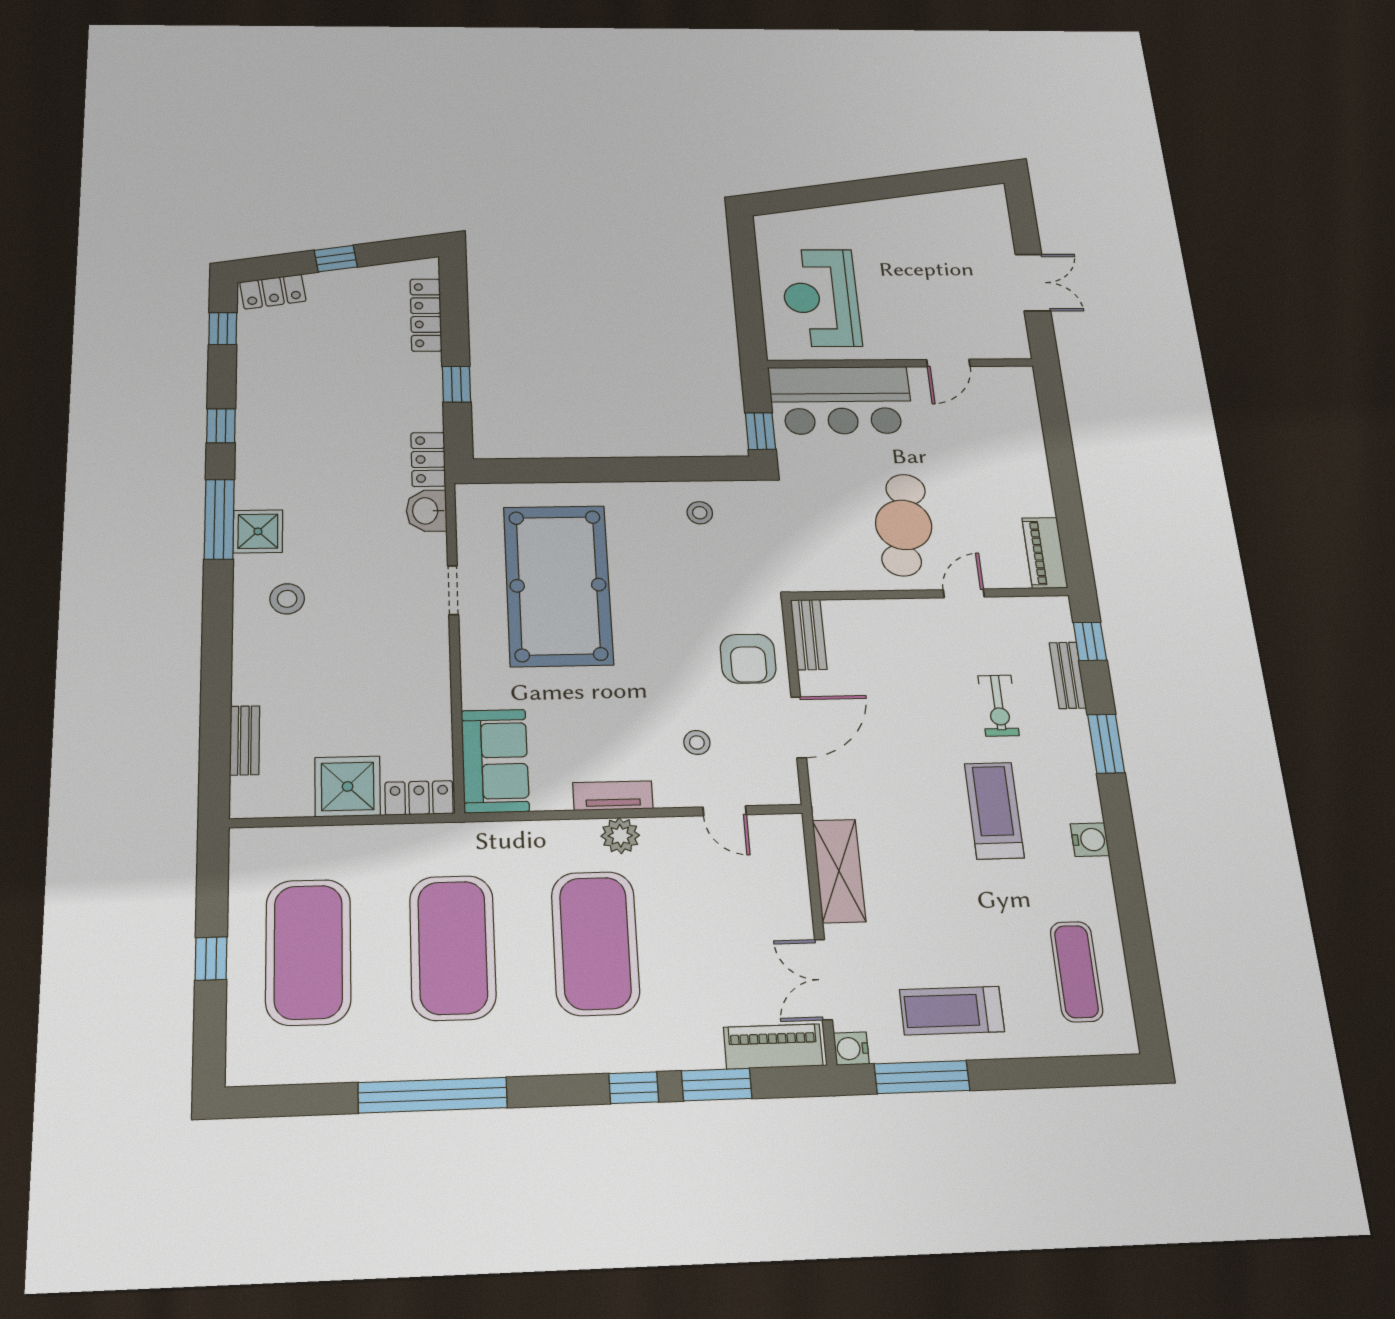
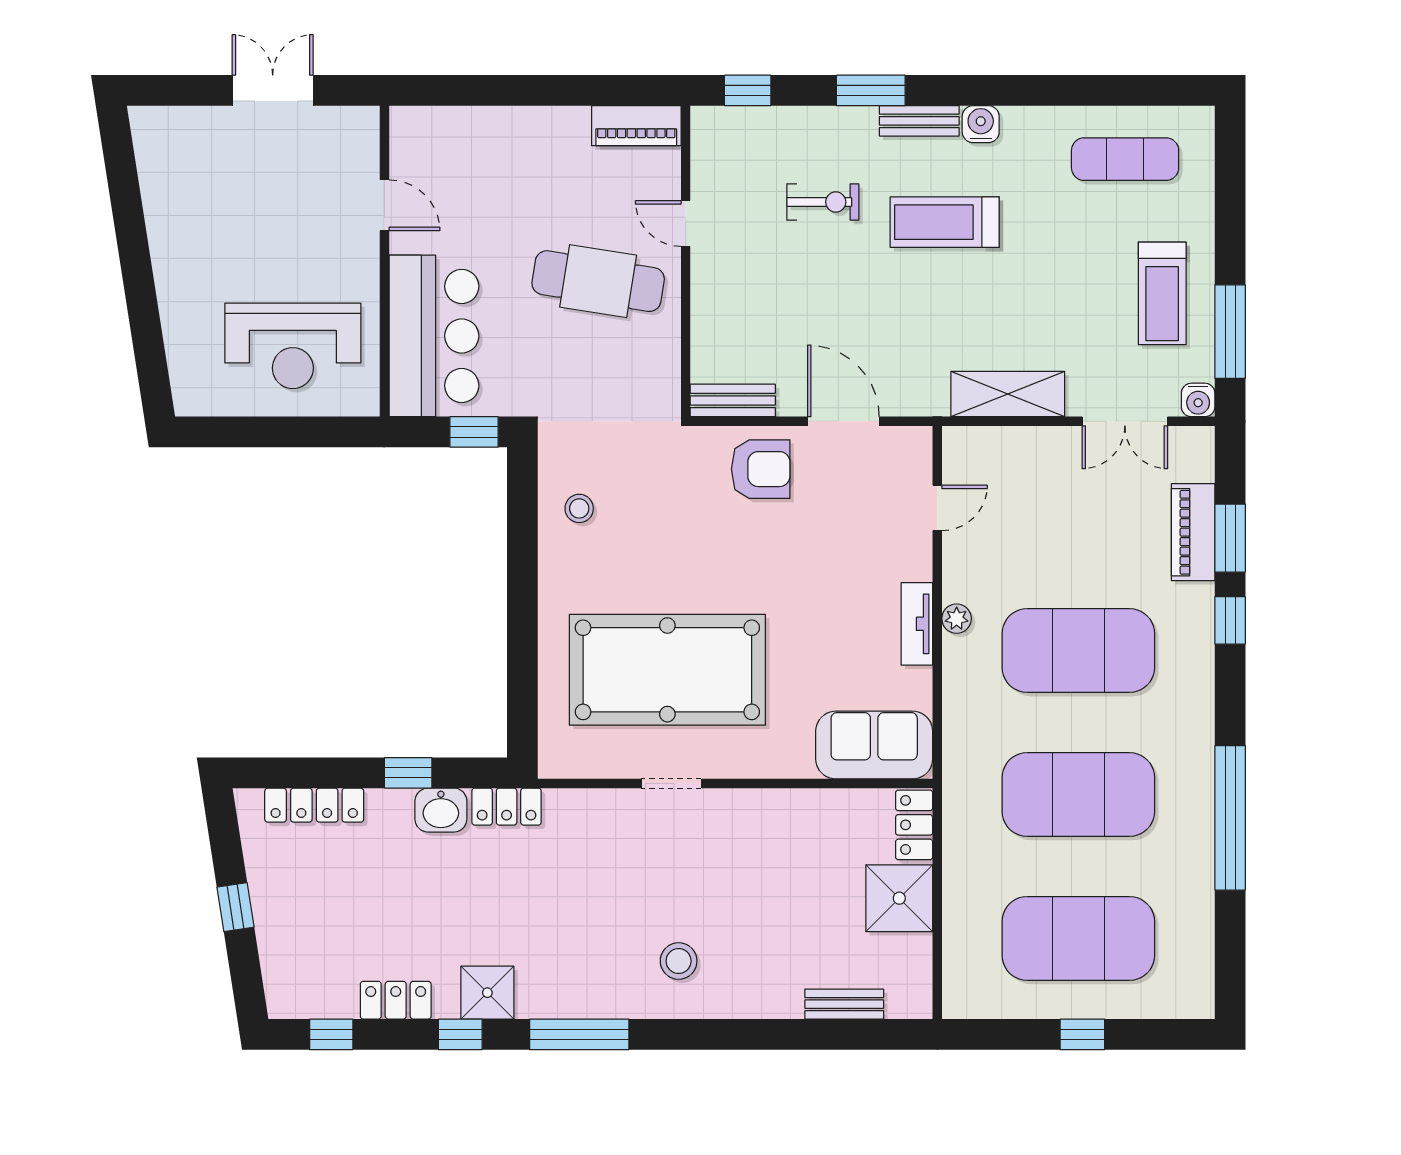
locker: (273, 292) -> (396, 1000), moved, turned -81
washbasin: (426, 511) -> (441, 810), moved
shower: (258, 531) -> (487, 993), moved
bench: (1068, 675) -> (919, 121), moved
stool: (697, 742) -> (858, 531), removed
plant: (620, 836) -> (957, 619), width x0.73, depth x0.73
piano: (773, 1047) -> (1193, 532), moved

